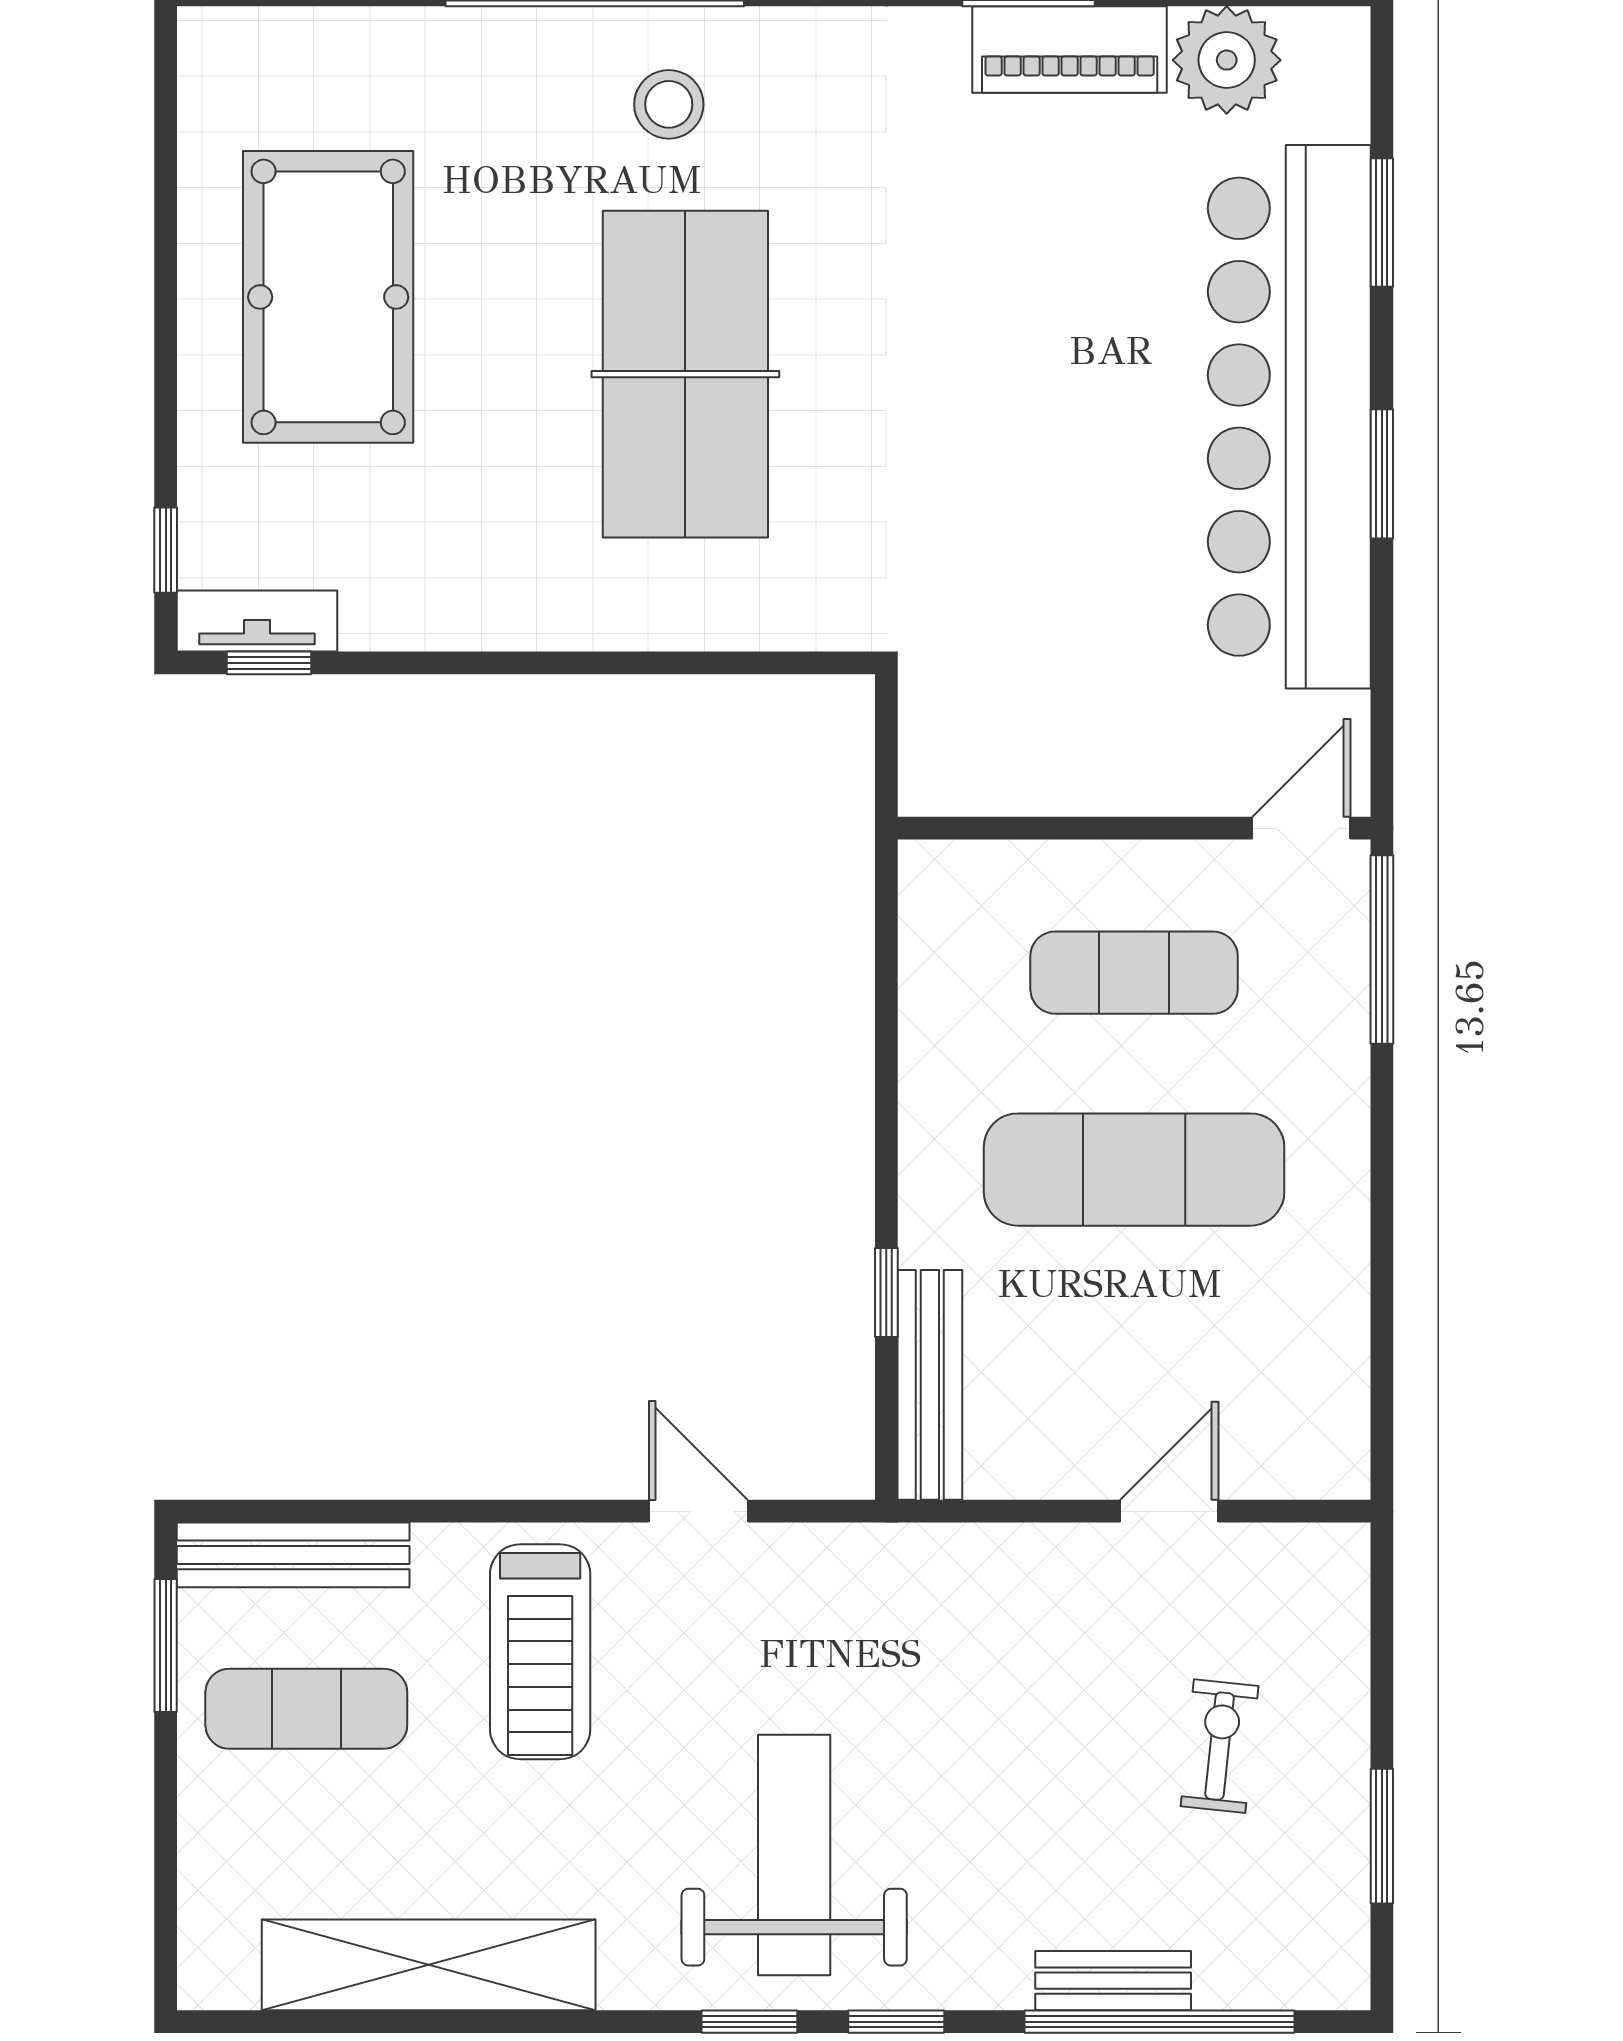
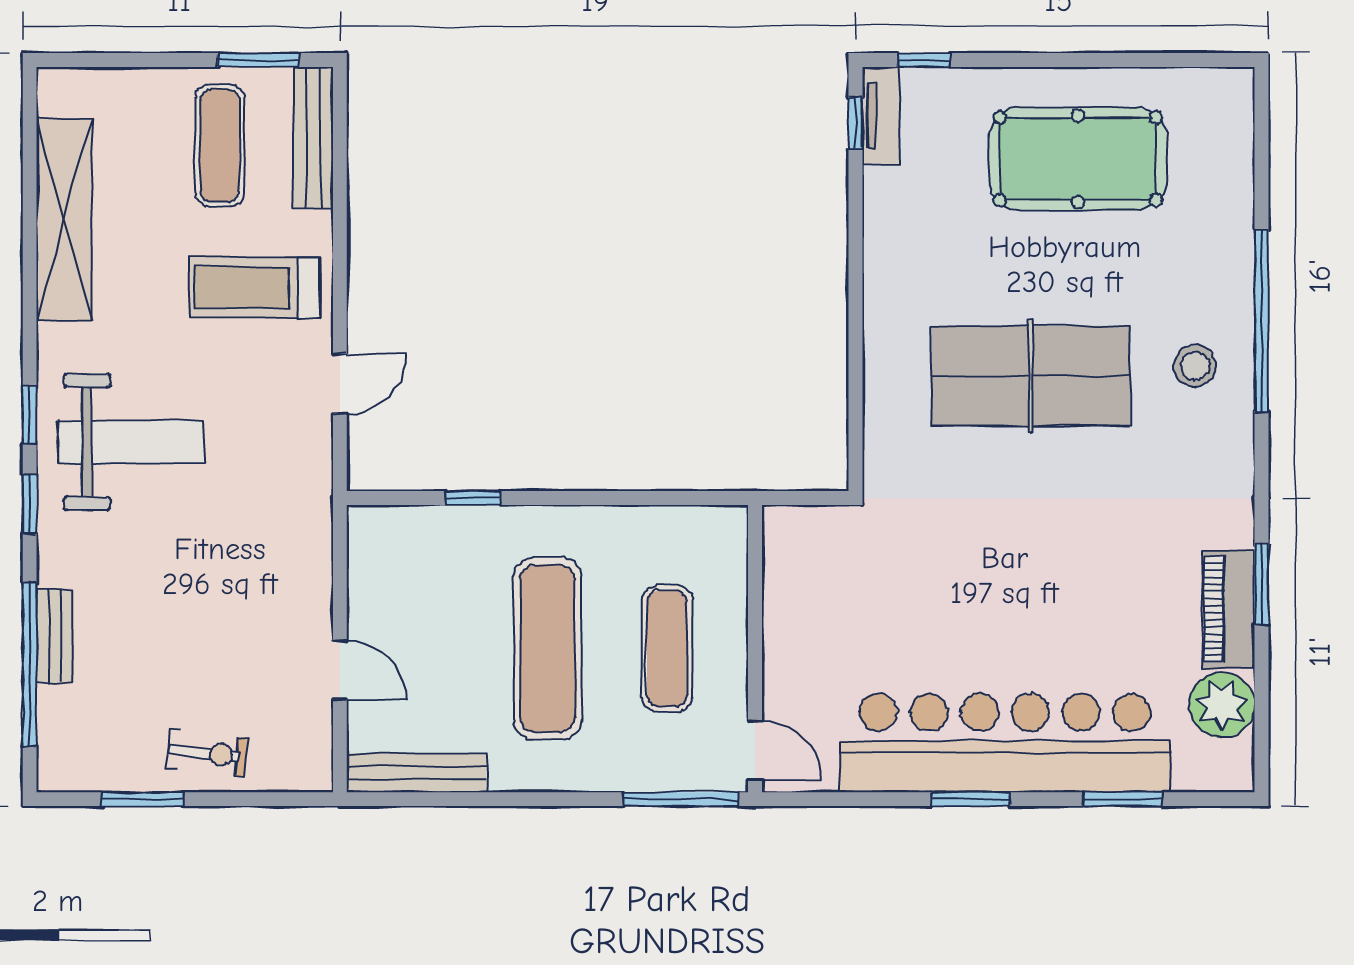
bench: (930, 1385) -> (417, 773), moved
exercise bike: (1220, 1746) -> (207, 753), moved

